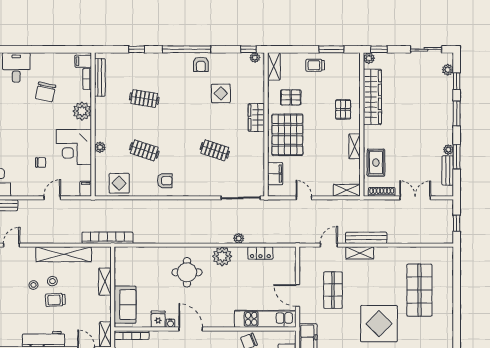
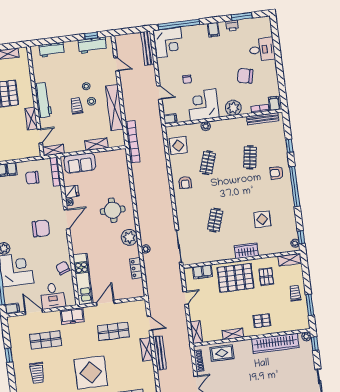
armchair: (201, 64) -> (277, 173), moved

